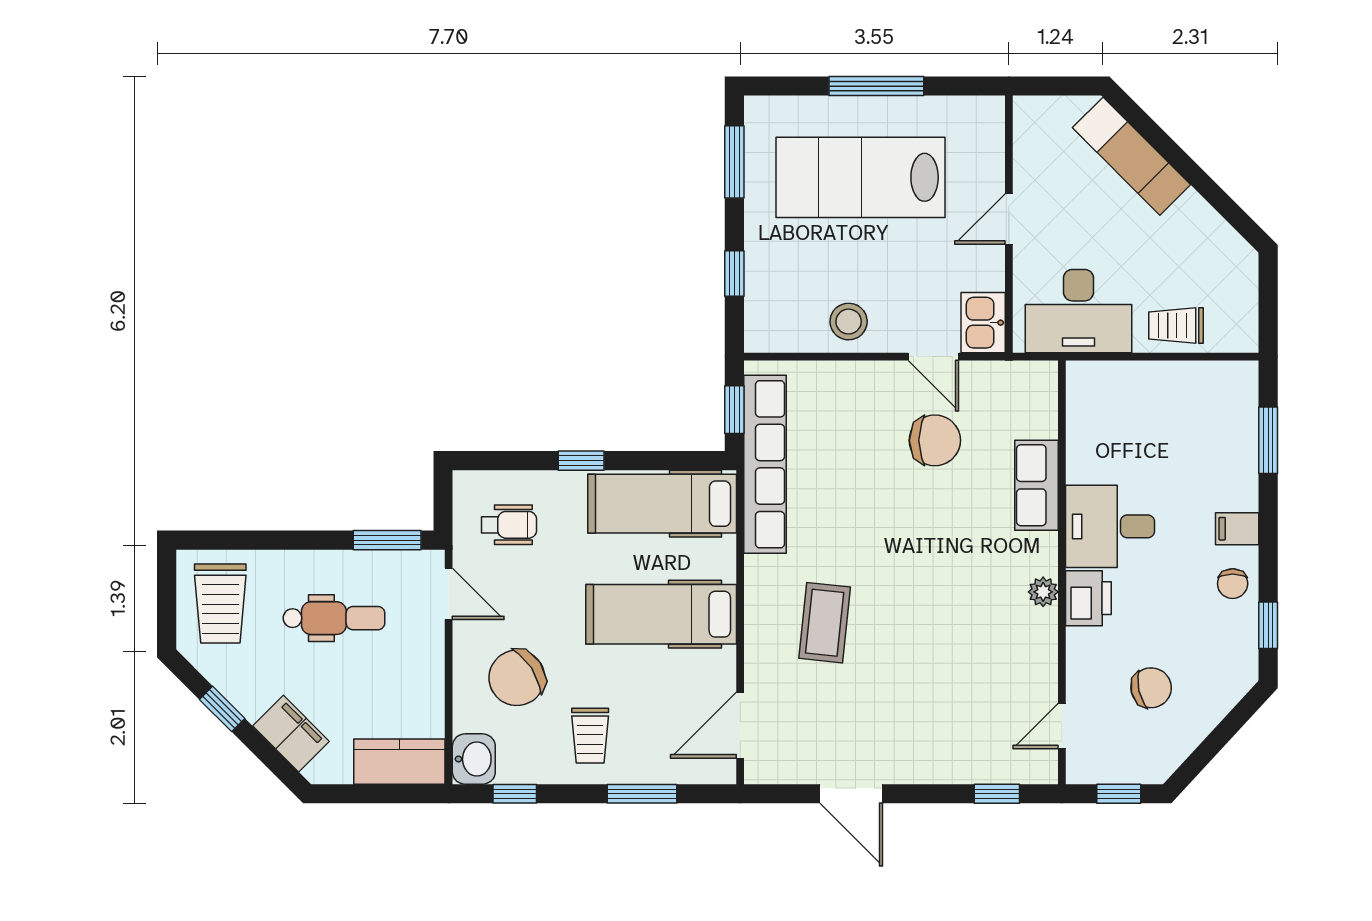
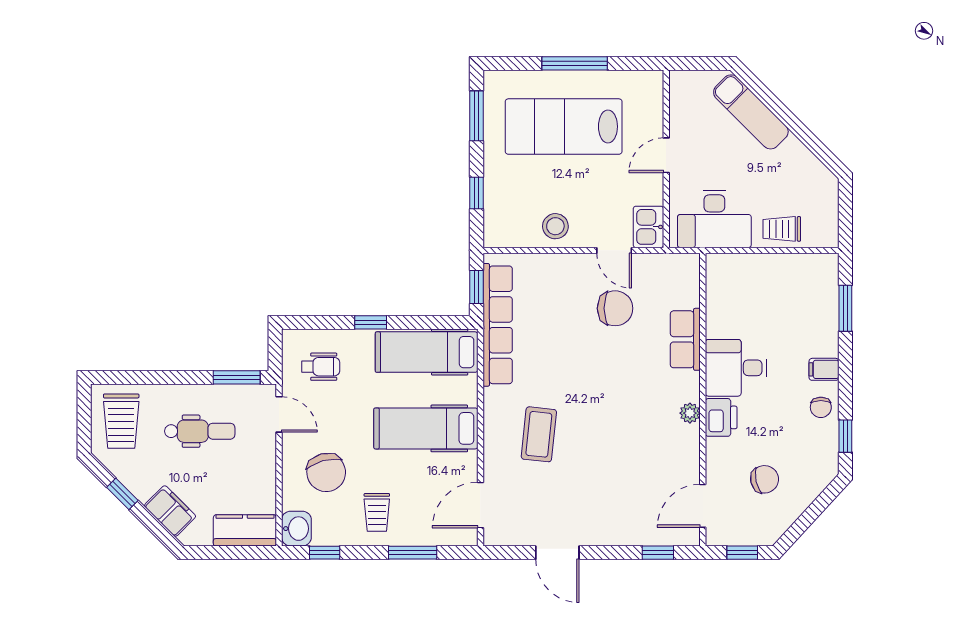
chair: (517, 678) -> (326, 472), turned -72
door: (1062, 726) -> (703, 506), width x1.38

